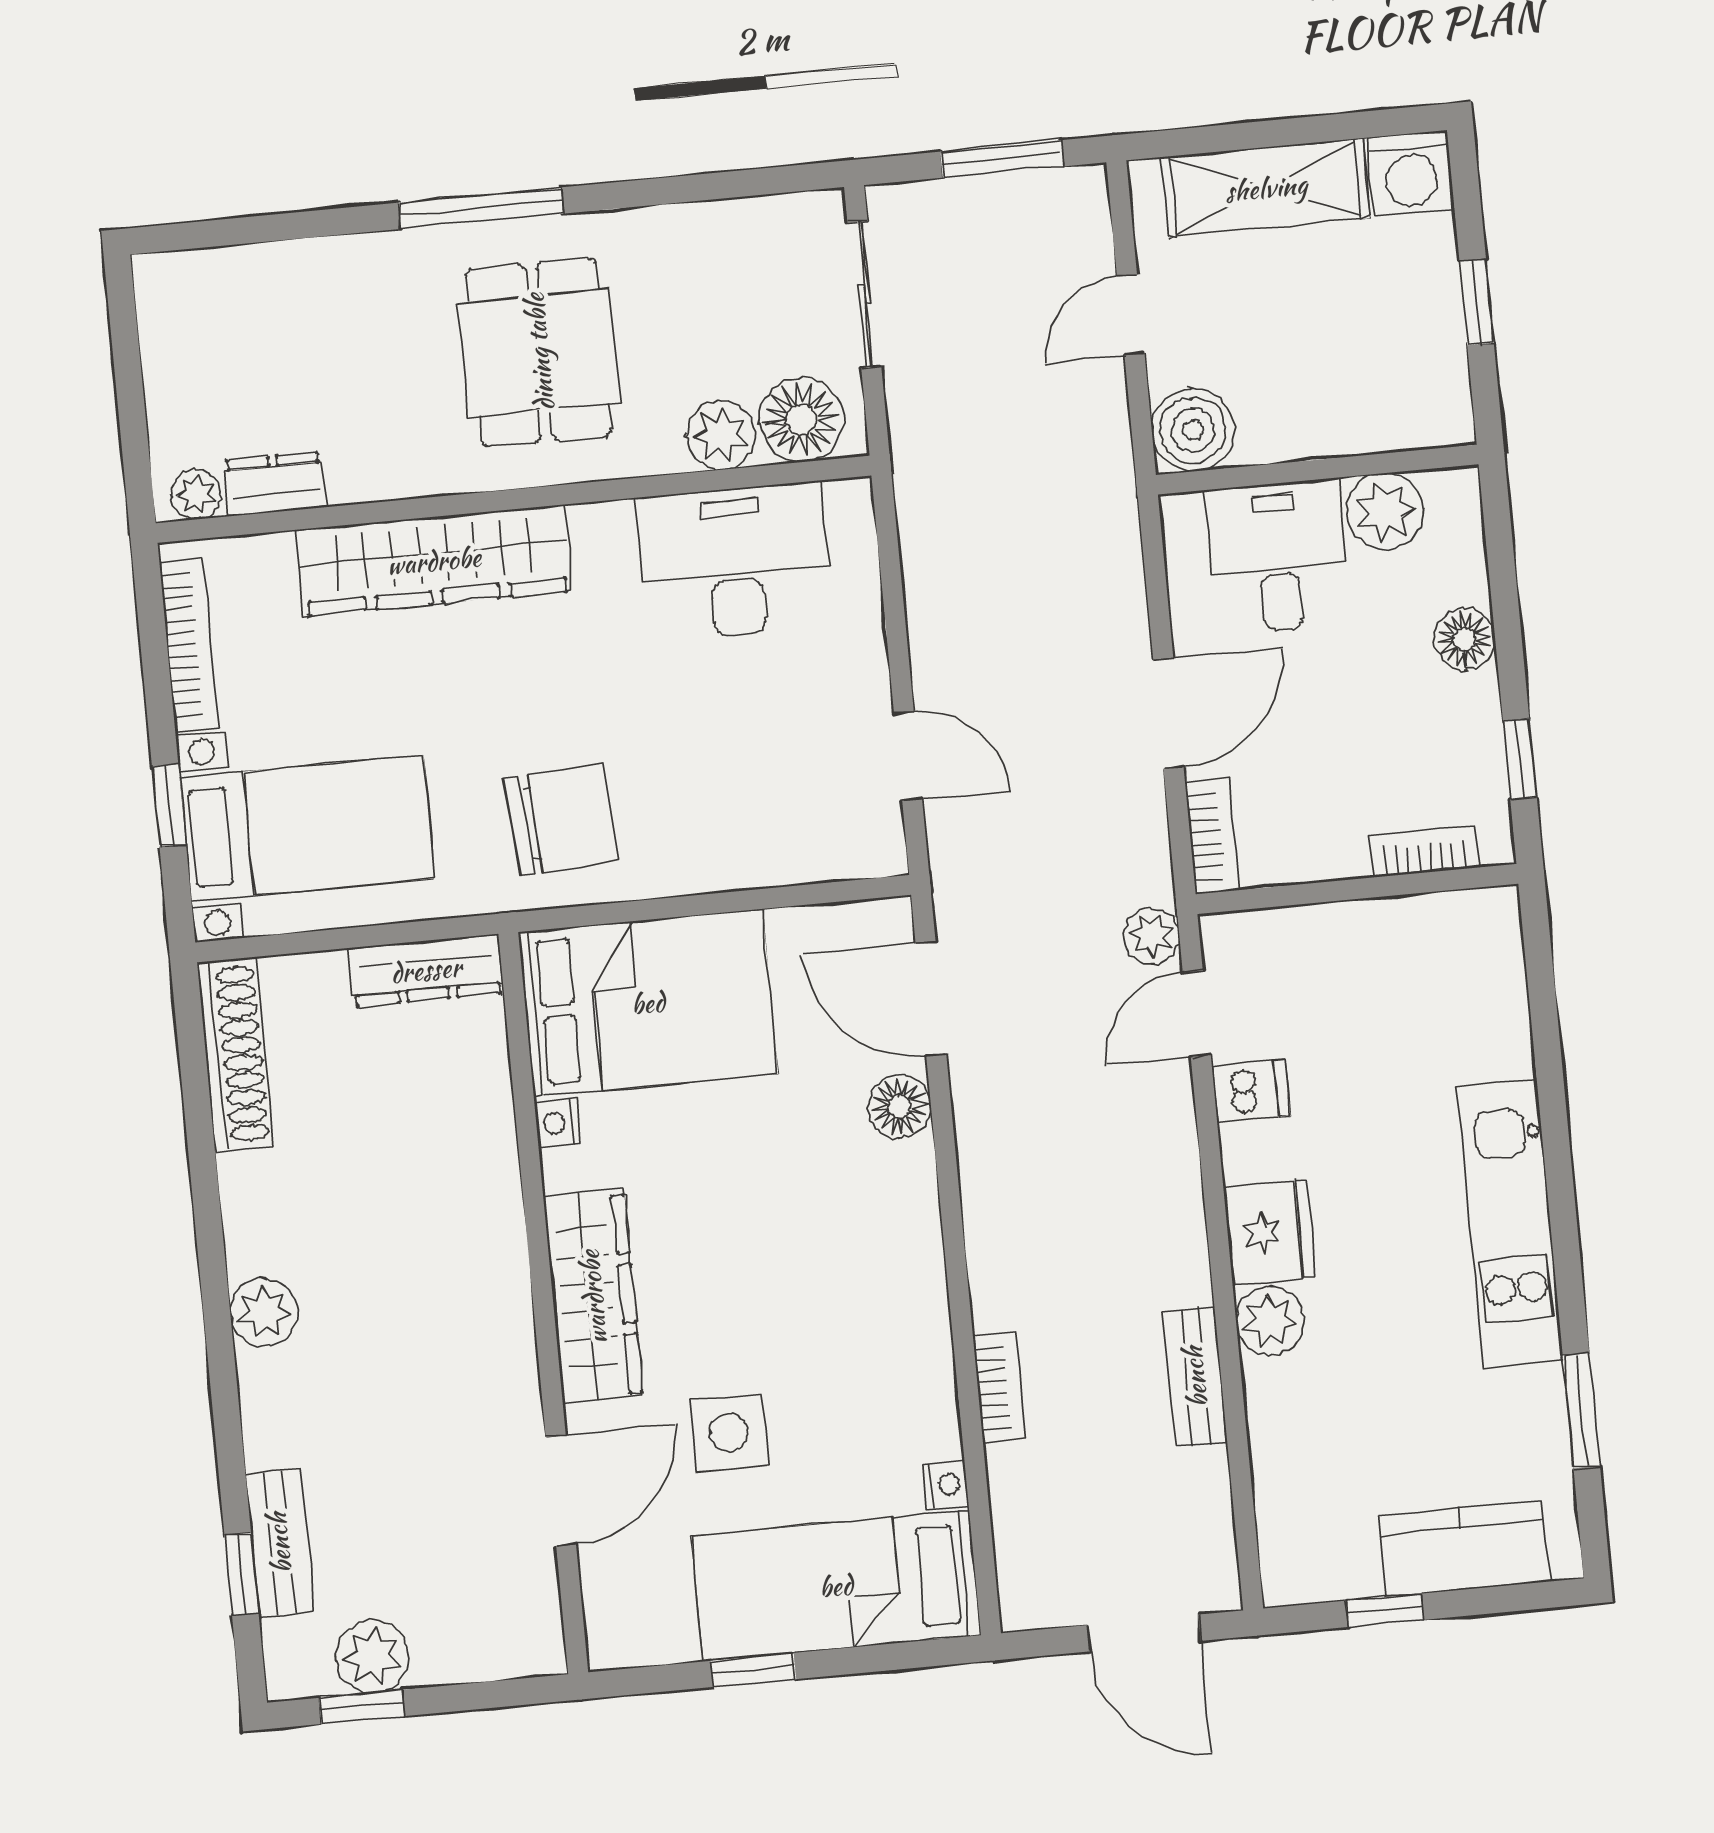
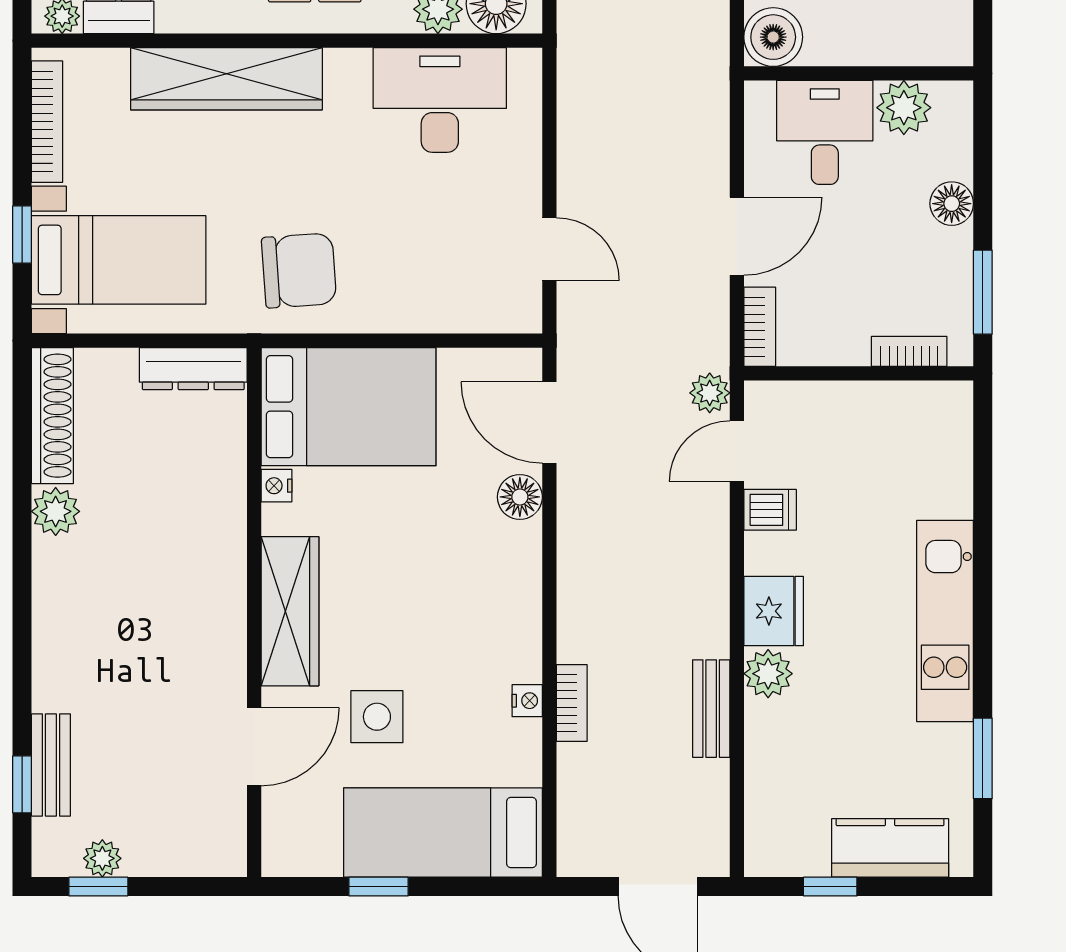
window: (1520, 759) -> (983, 292), width x1.50
plant: (264, 1312) -> (56, 511), moved
nightstand: (946, 1485) -> (527, 701), moved
plant: (372, 1656) -> (102, 858), width x0.73, depth x0.73

